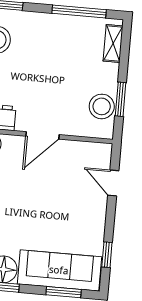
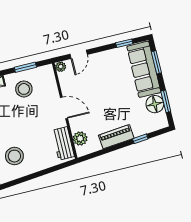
stool: (102, 106) -> (24, 89), moved
plant: (104, 151) -> (61, 67), added

